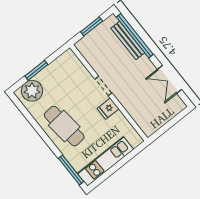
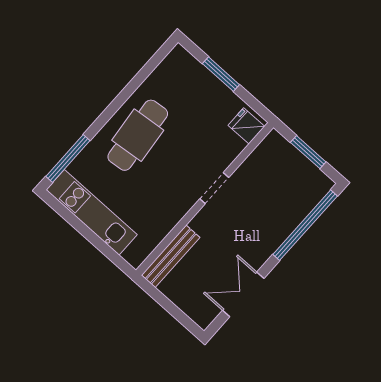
bench: (128, 40) -> (171, 256), moved
plant: (32, 91) -> (186, 73), removed
fridge: (108, 109) -> (246, 126), moved

